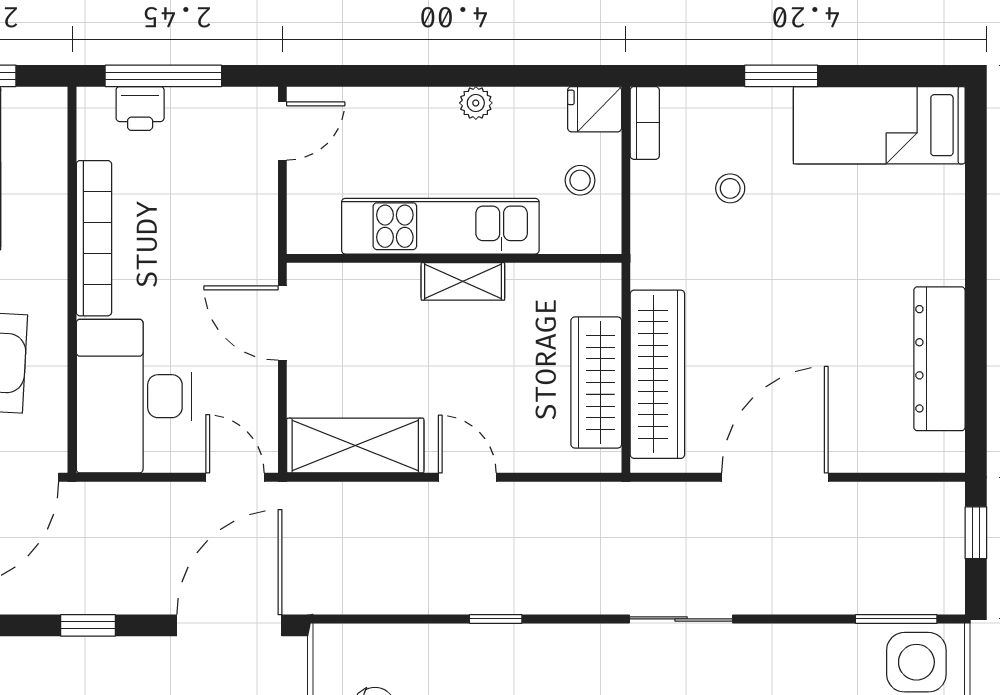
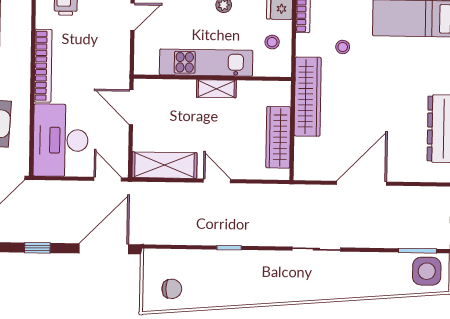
wardrobe: (657, 374) -> (308, 97), moved

